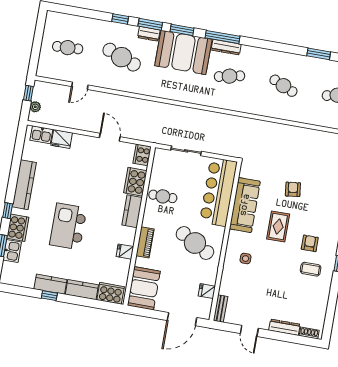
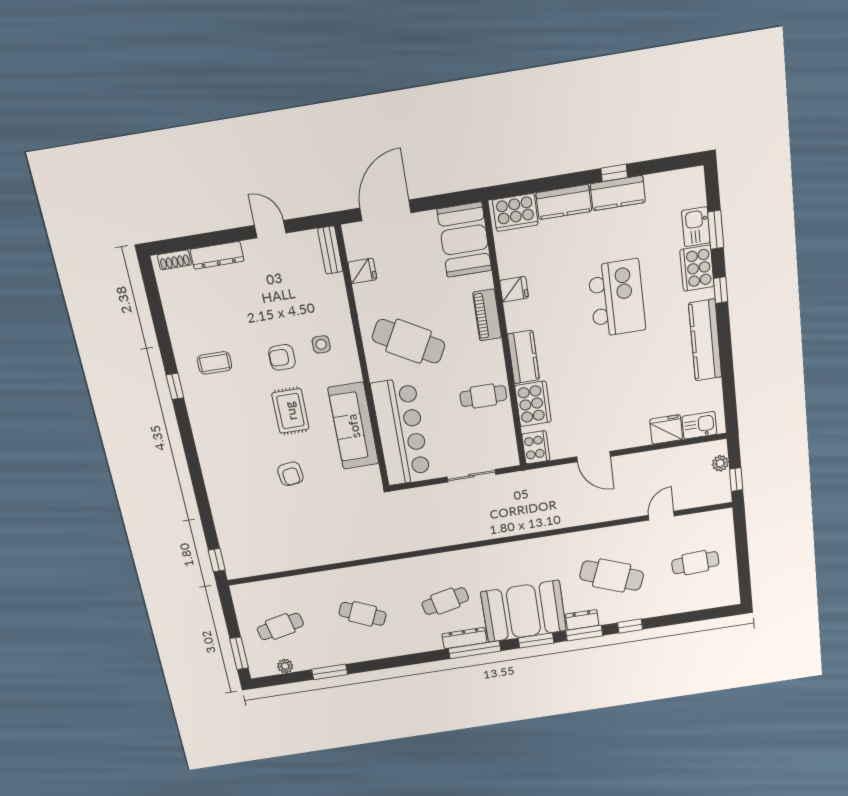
armchair: (310, 243) -> (282, 357), moved, turned 90

